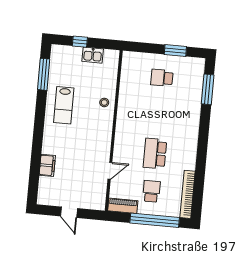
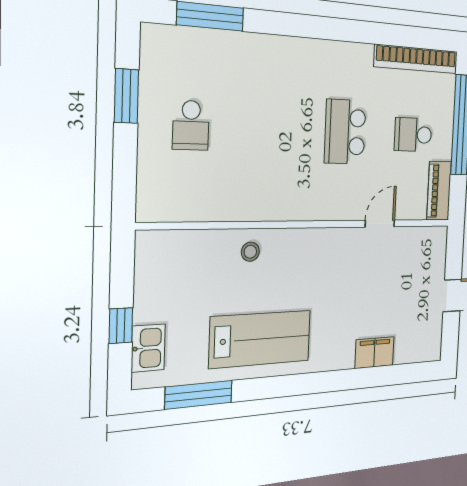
kitchen sink: (93, 55) -> (148, 348), moved
lab bench: (64, 105) -> (260, 339), width x1.36, depth x1.39
school desk: (155, 154) -> (345, 132), turned 90
door: (110, 171) -> (380, 224), hinge flipped

